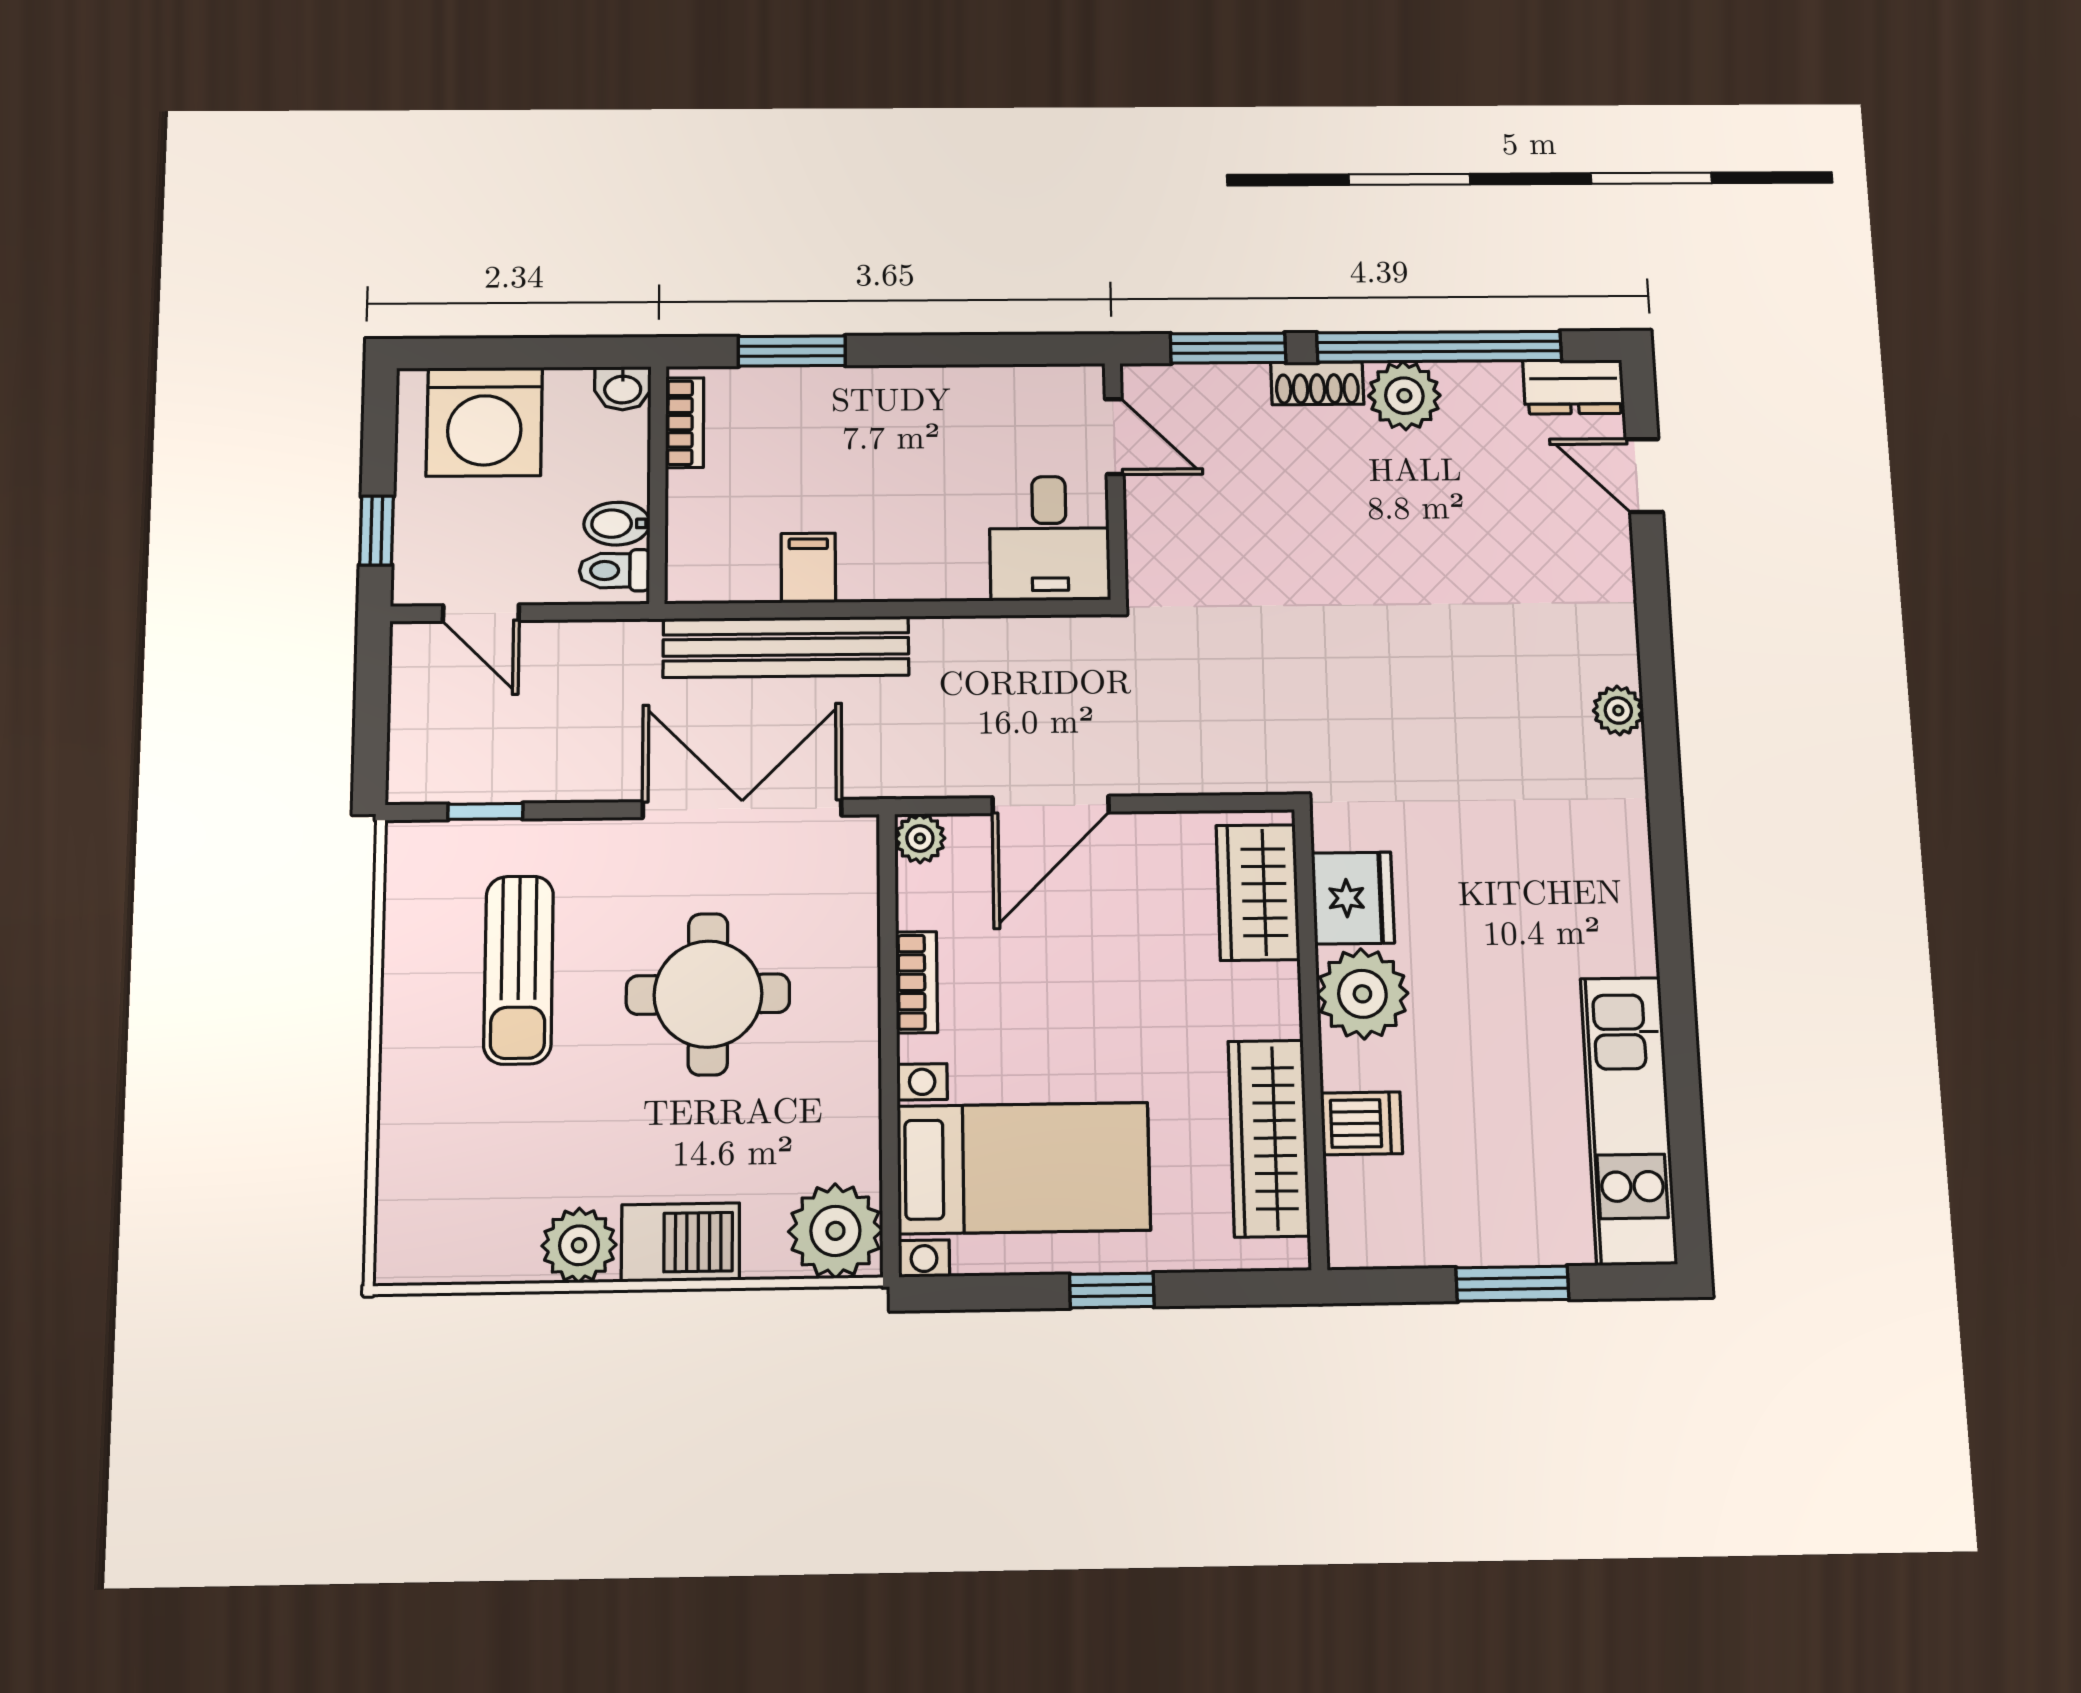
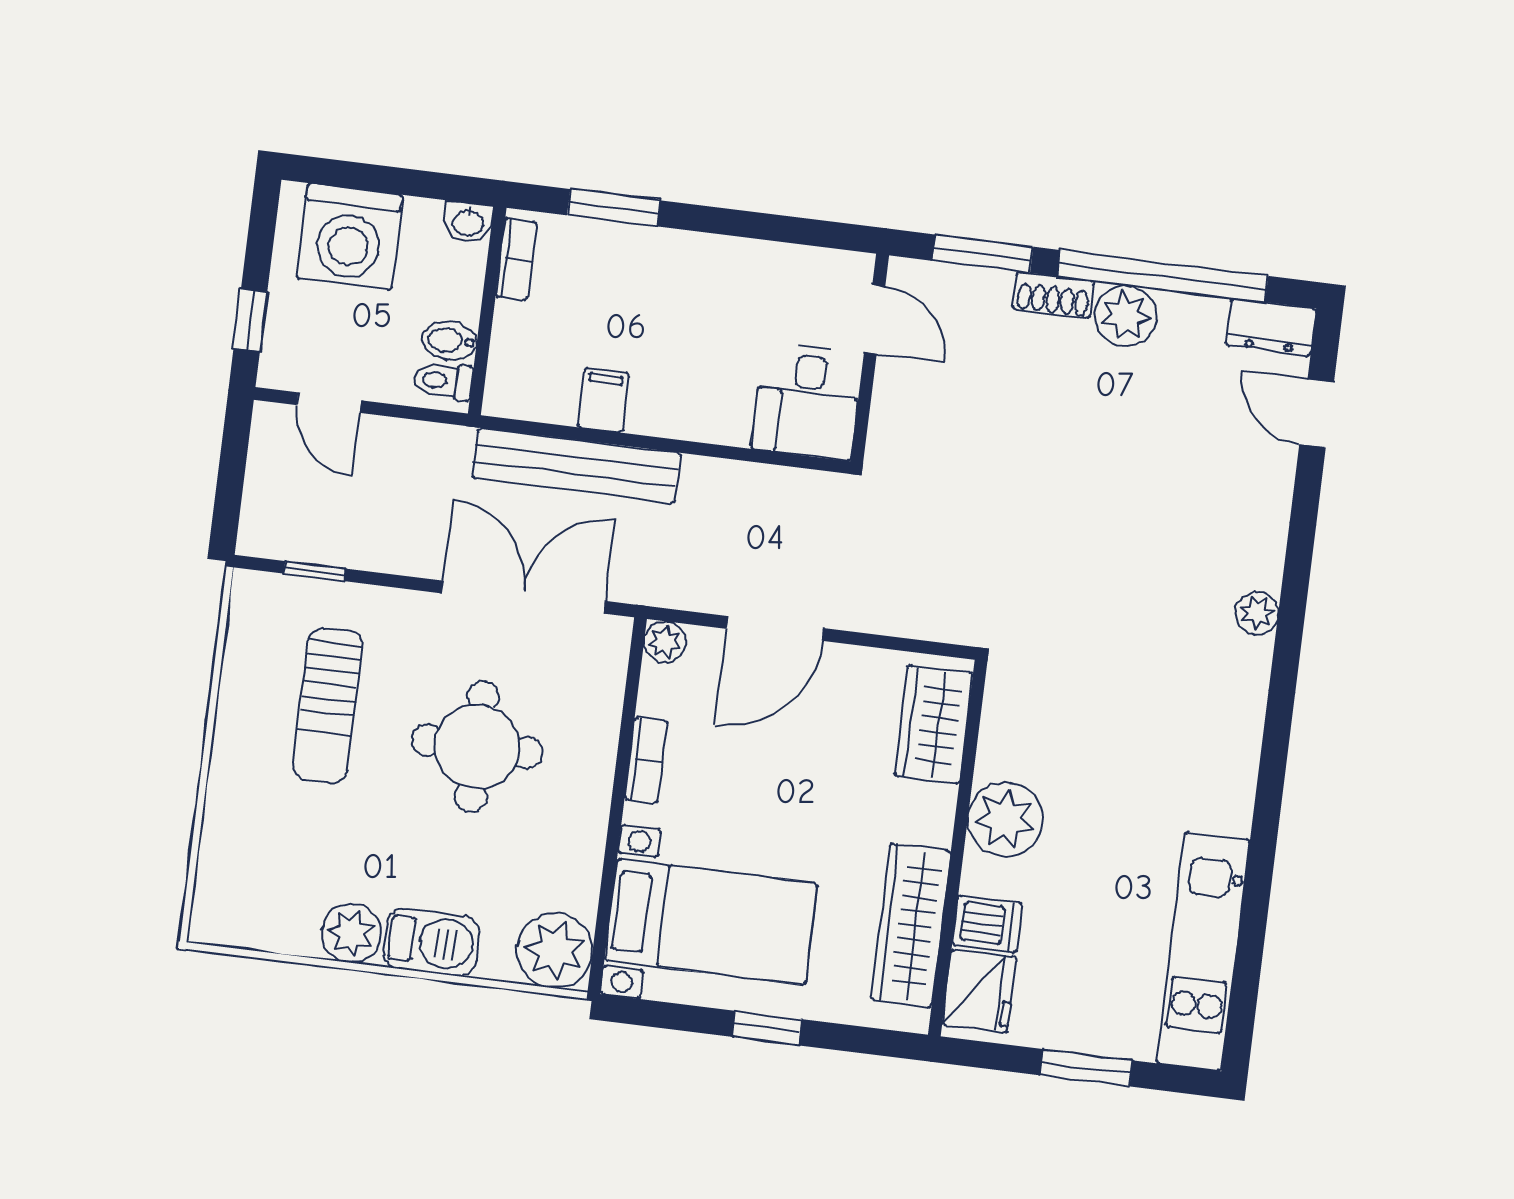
fridge: (1353, 898) -> (979, 991), moved

